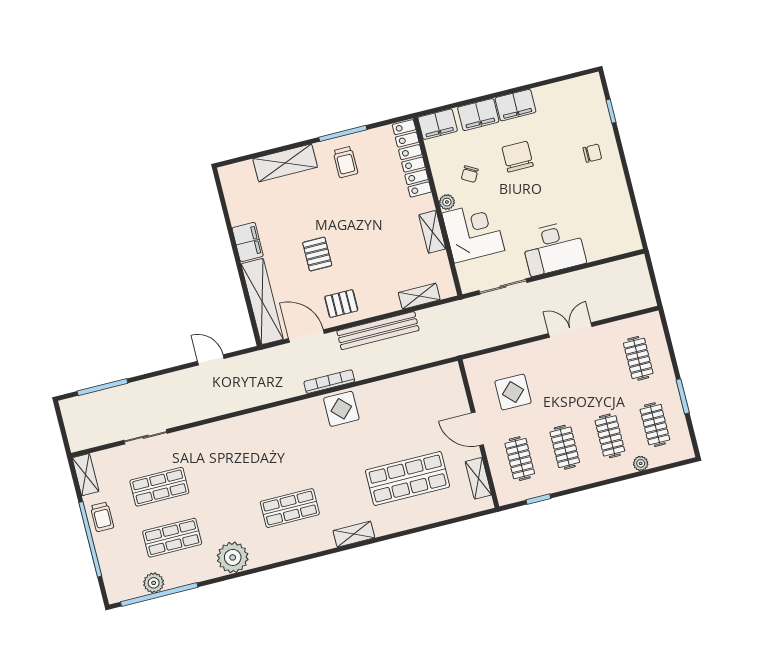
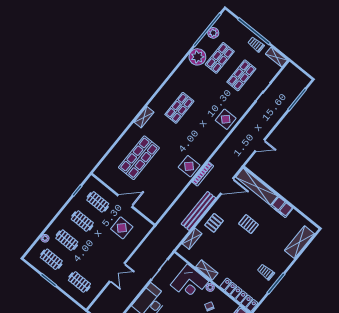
shelving: (285, 163) -> (299, 242), moved
pallet: (341, 304) -> (214, 223), moved
display table: (233, 438) -> (226, 119), added
shelving: (478, 478) -> (109, 180), removed
plant: (233, 557) -> (197, 57), moved

